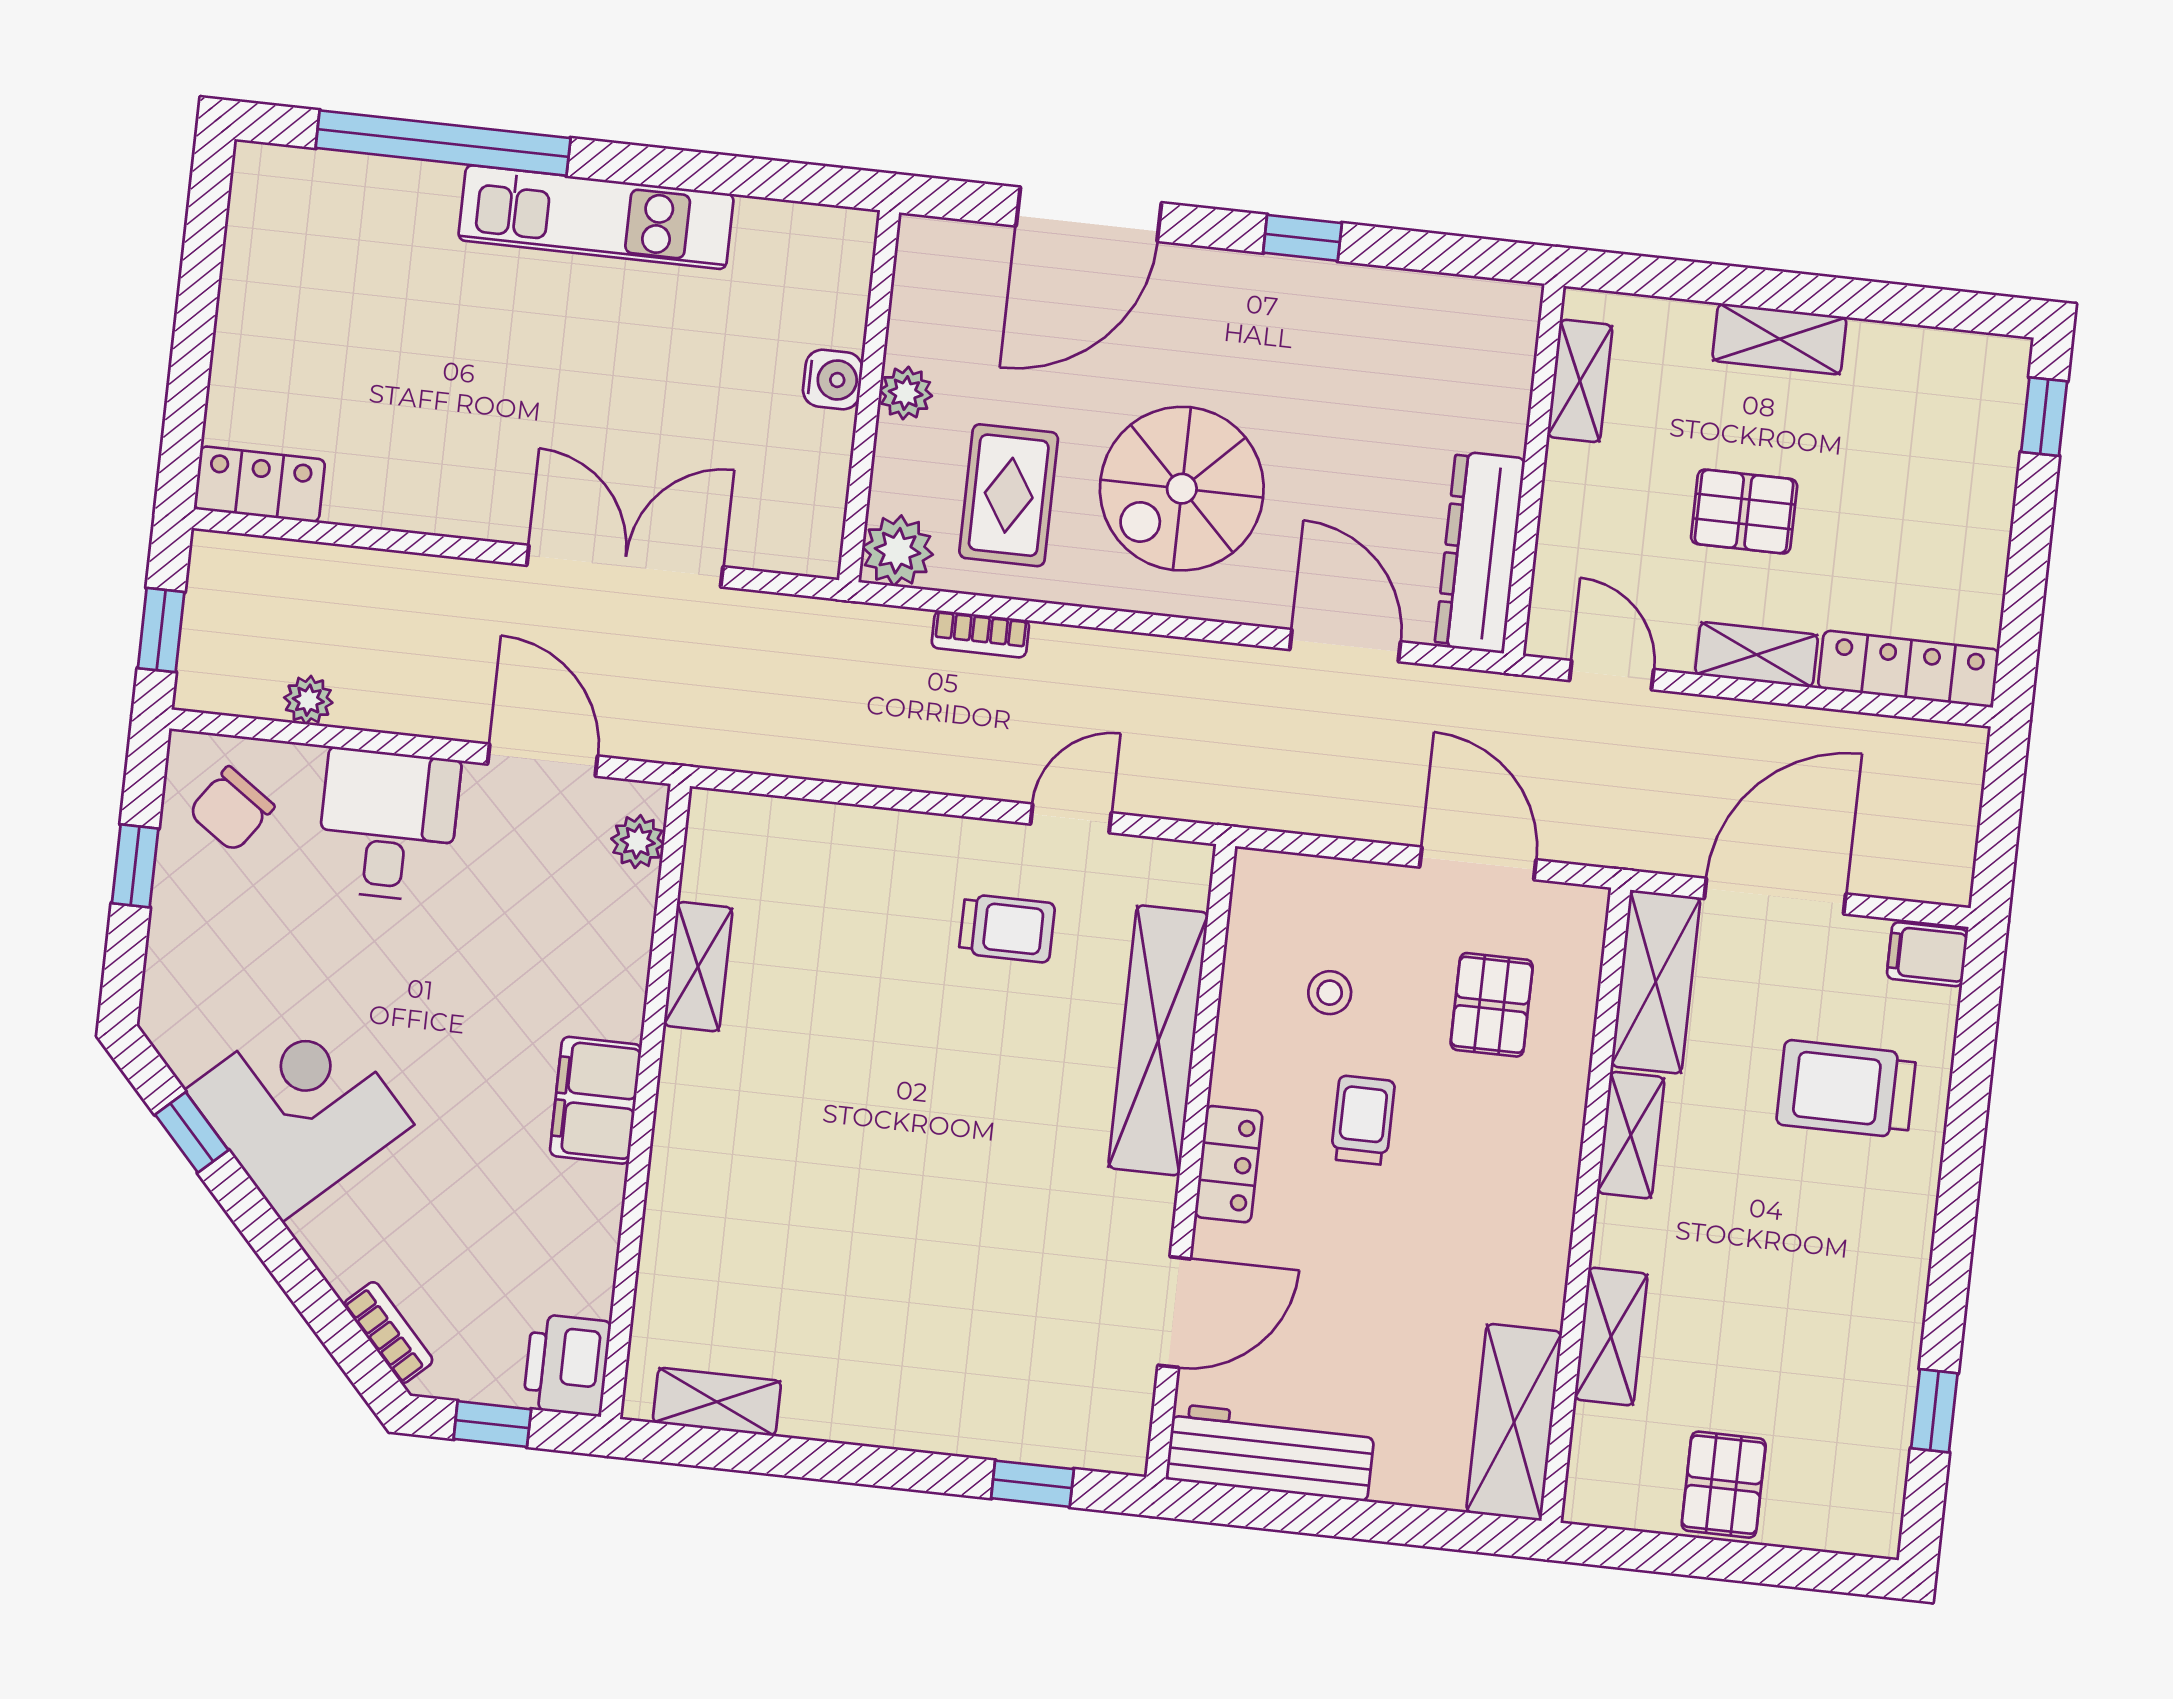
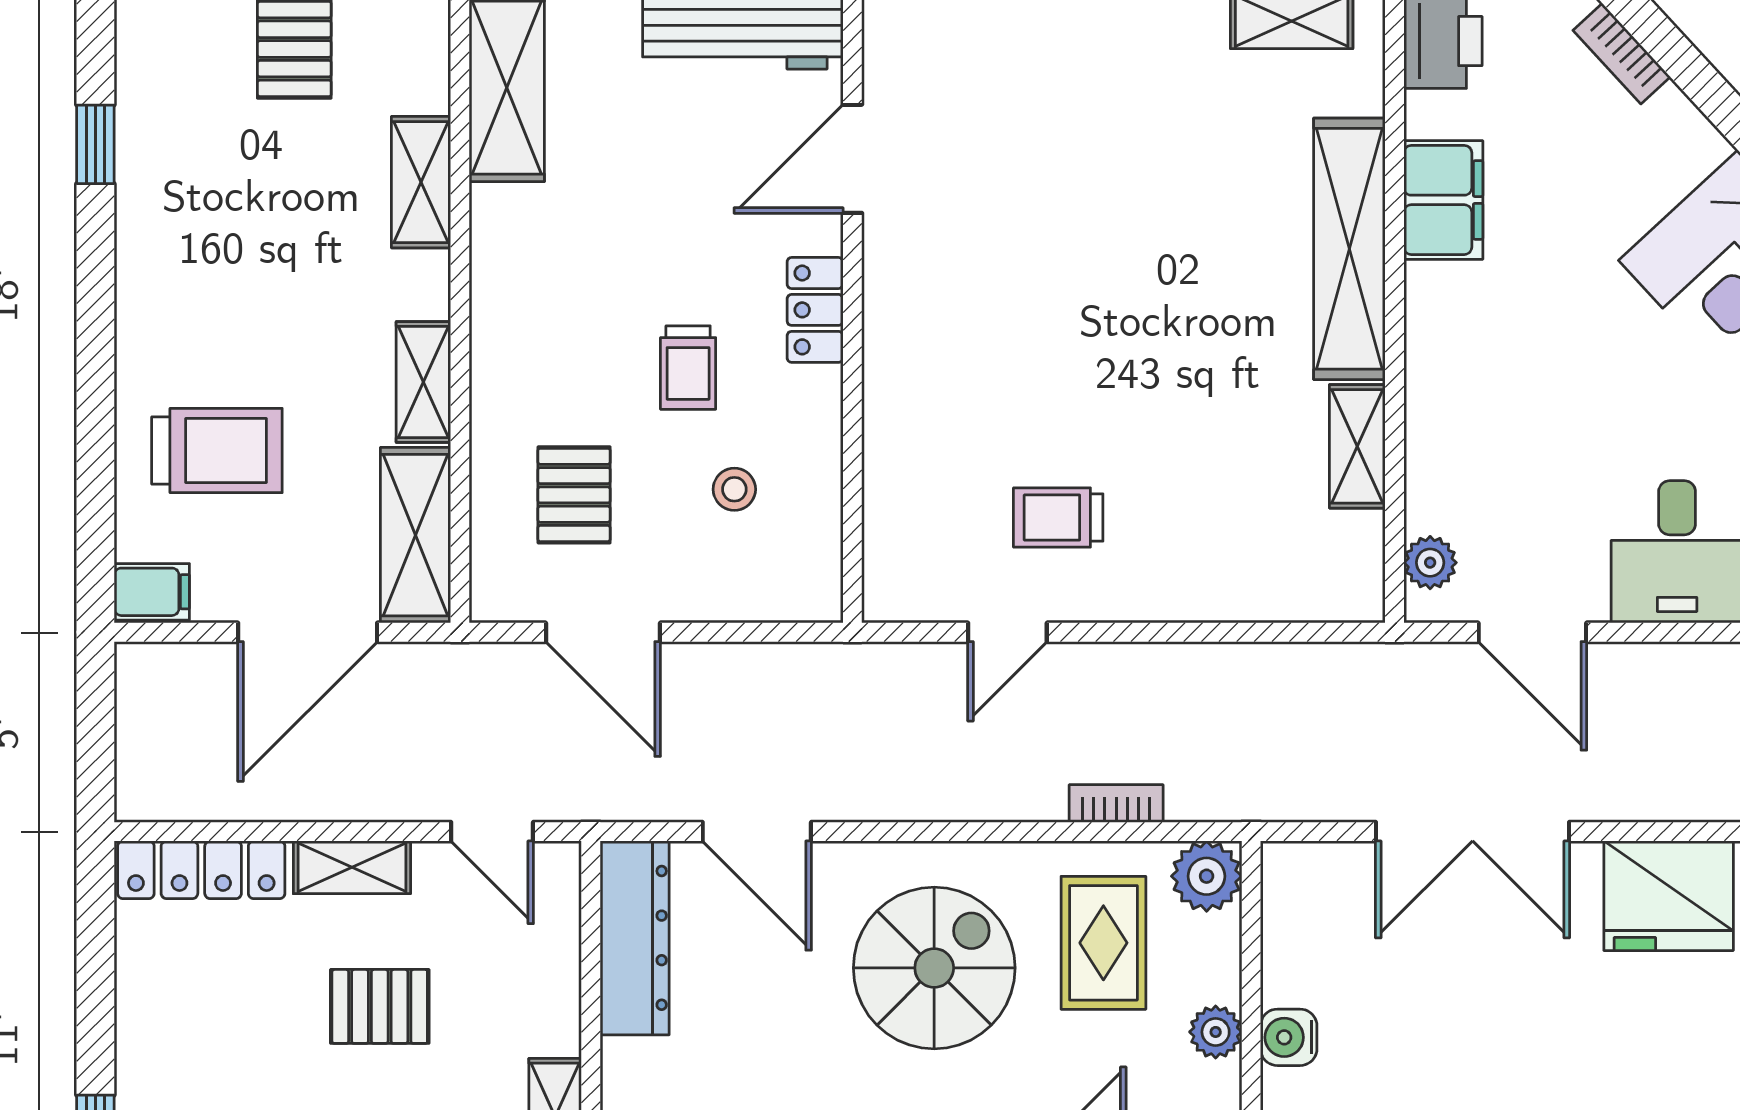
fridge: (435, 480) -> (1669, 896), added
shelving: (1158, 1040) -> (1349, 249), moved
filing cabinet: (596, 1100) -> (1443, 200), moved

